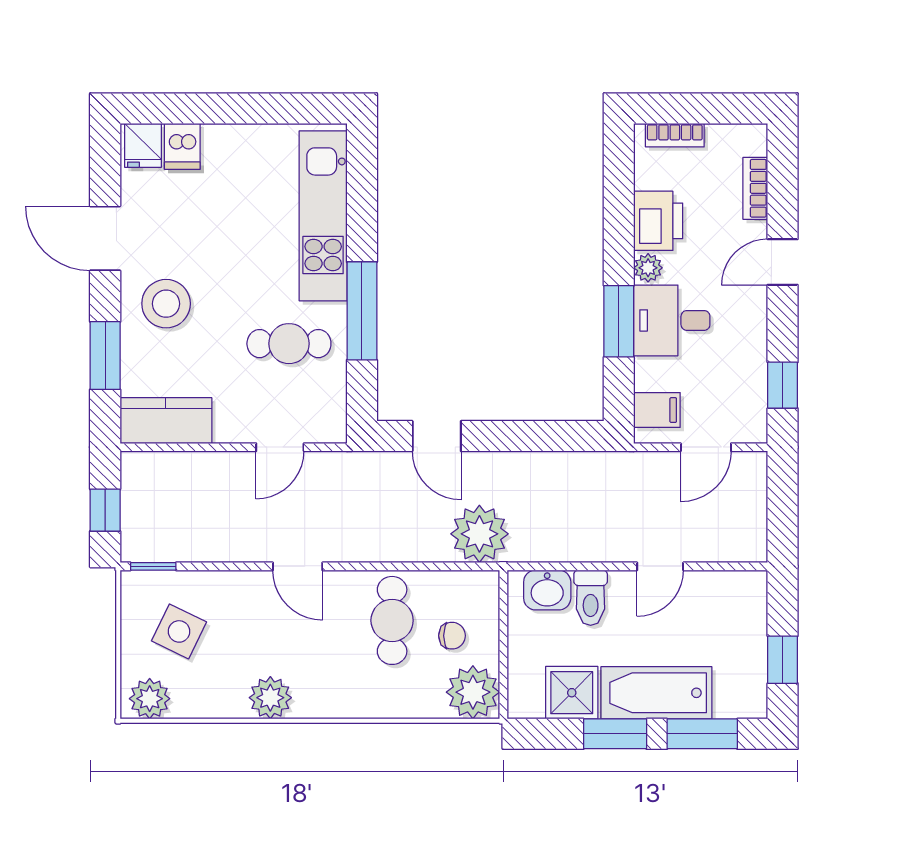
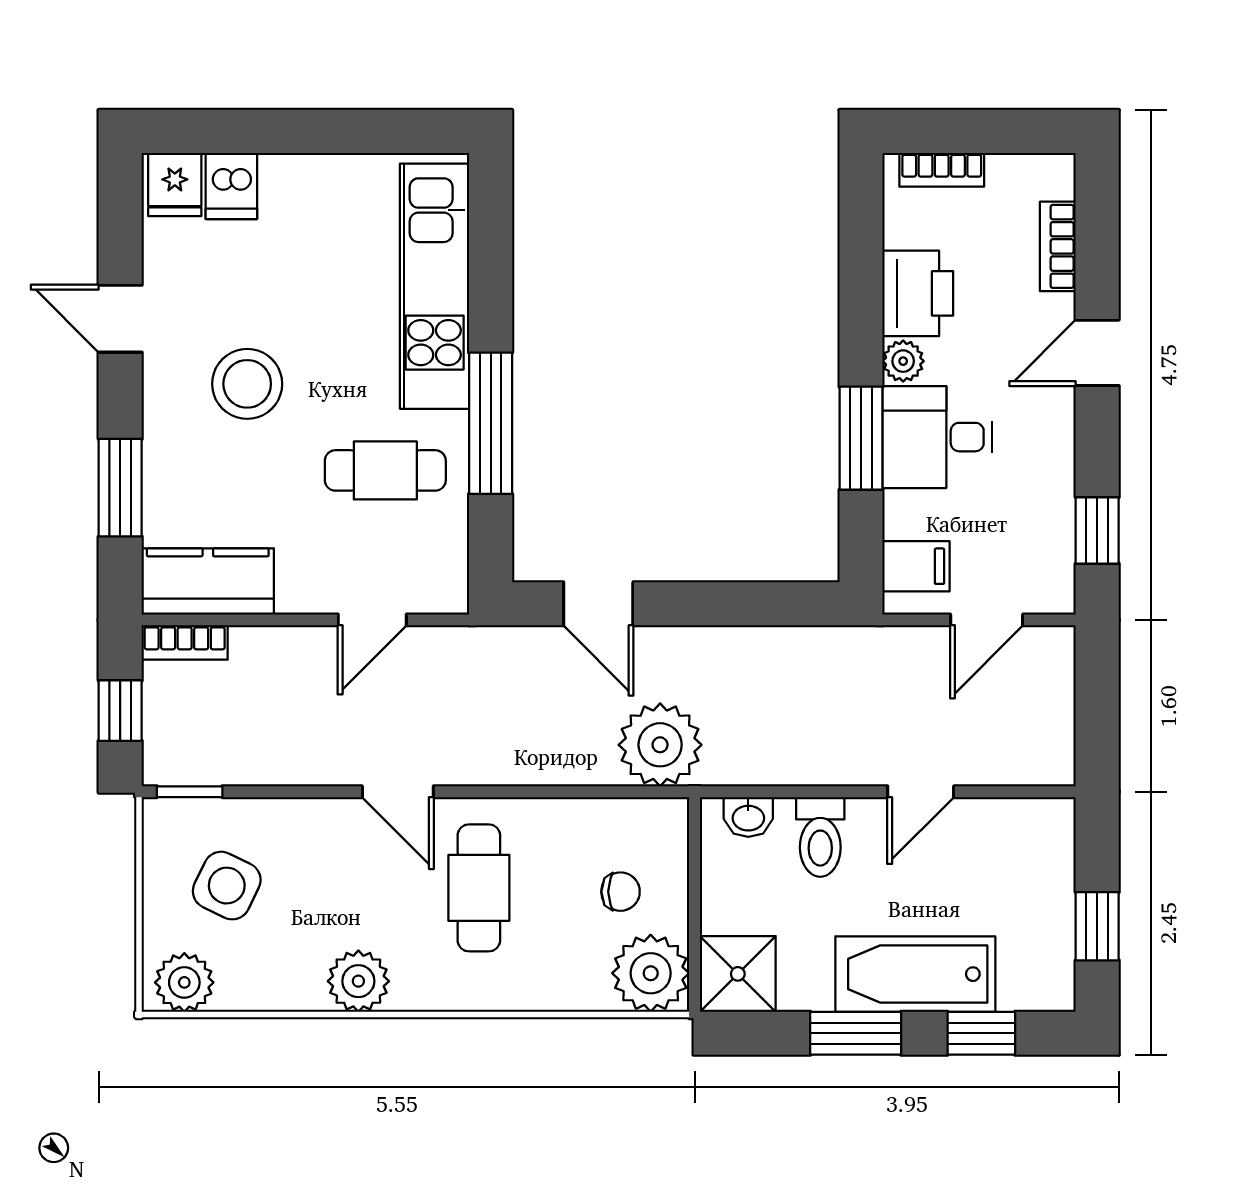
door: (105, 238) -> (120, 319), width x0.73
stool: (166, 304) -> (247, 384), moved
bookcase: (150, 463) -> (185, 642), added
washbasin: (547, 590) -> (748, 817), width x0.72, depth x0.69
cafe table: (392, 620) -> (479, 888), moved
shower: (572, 693) -> (738, 974), moved
window: (702, 734) -> (981, 1033), width x0.67

